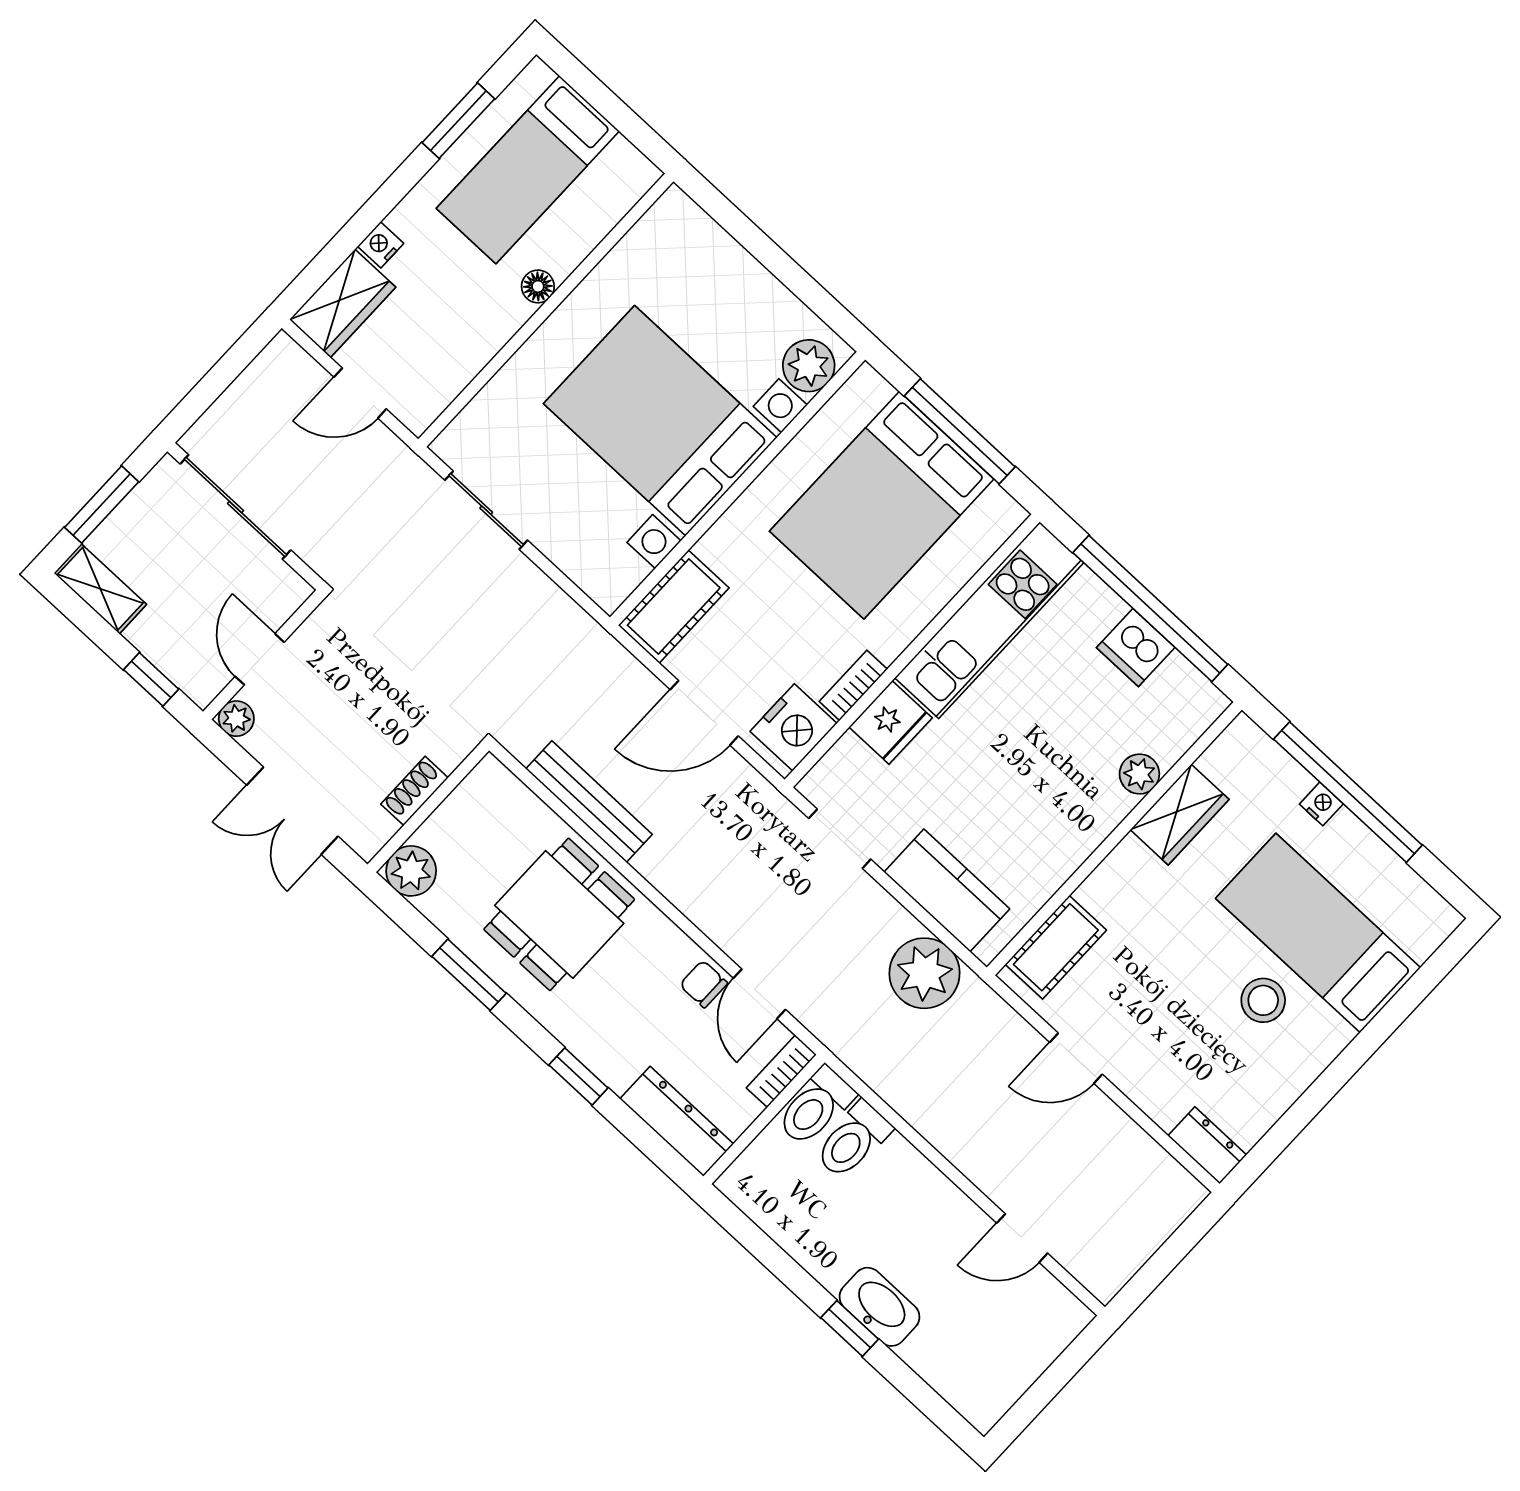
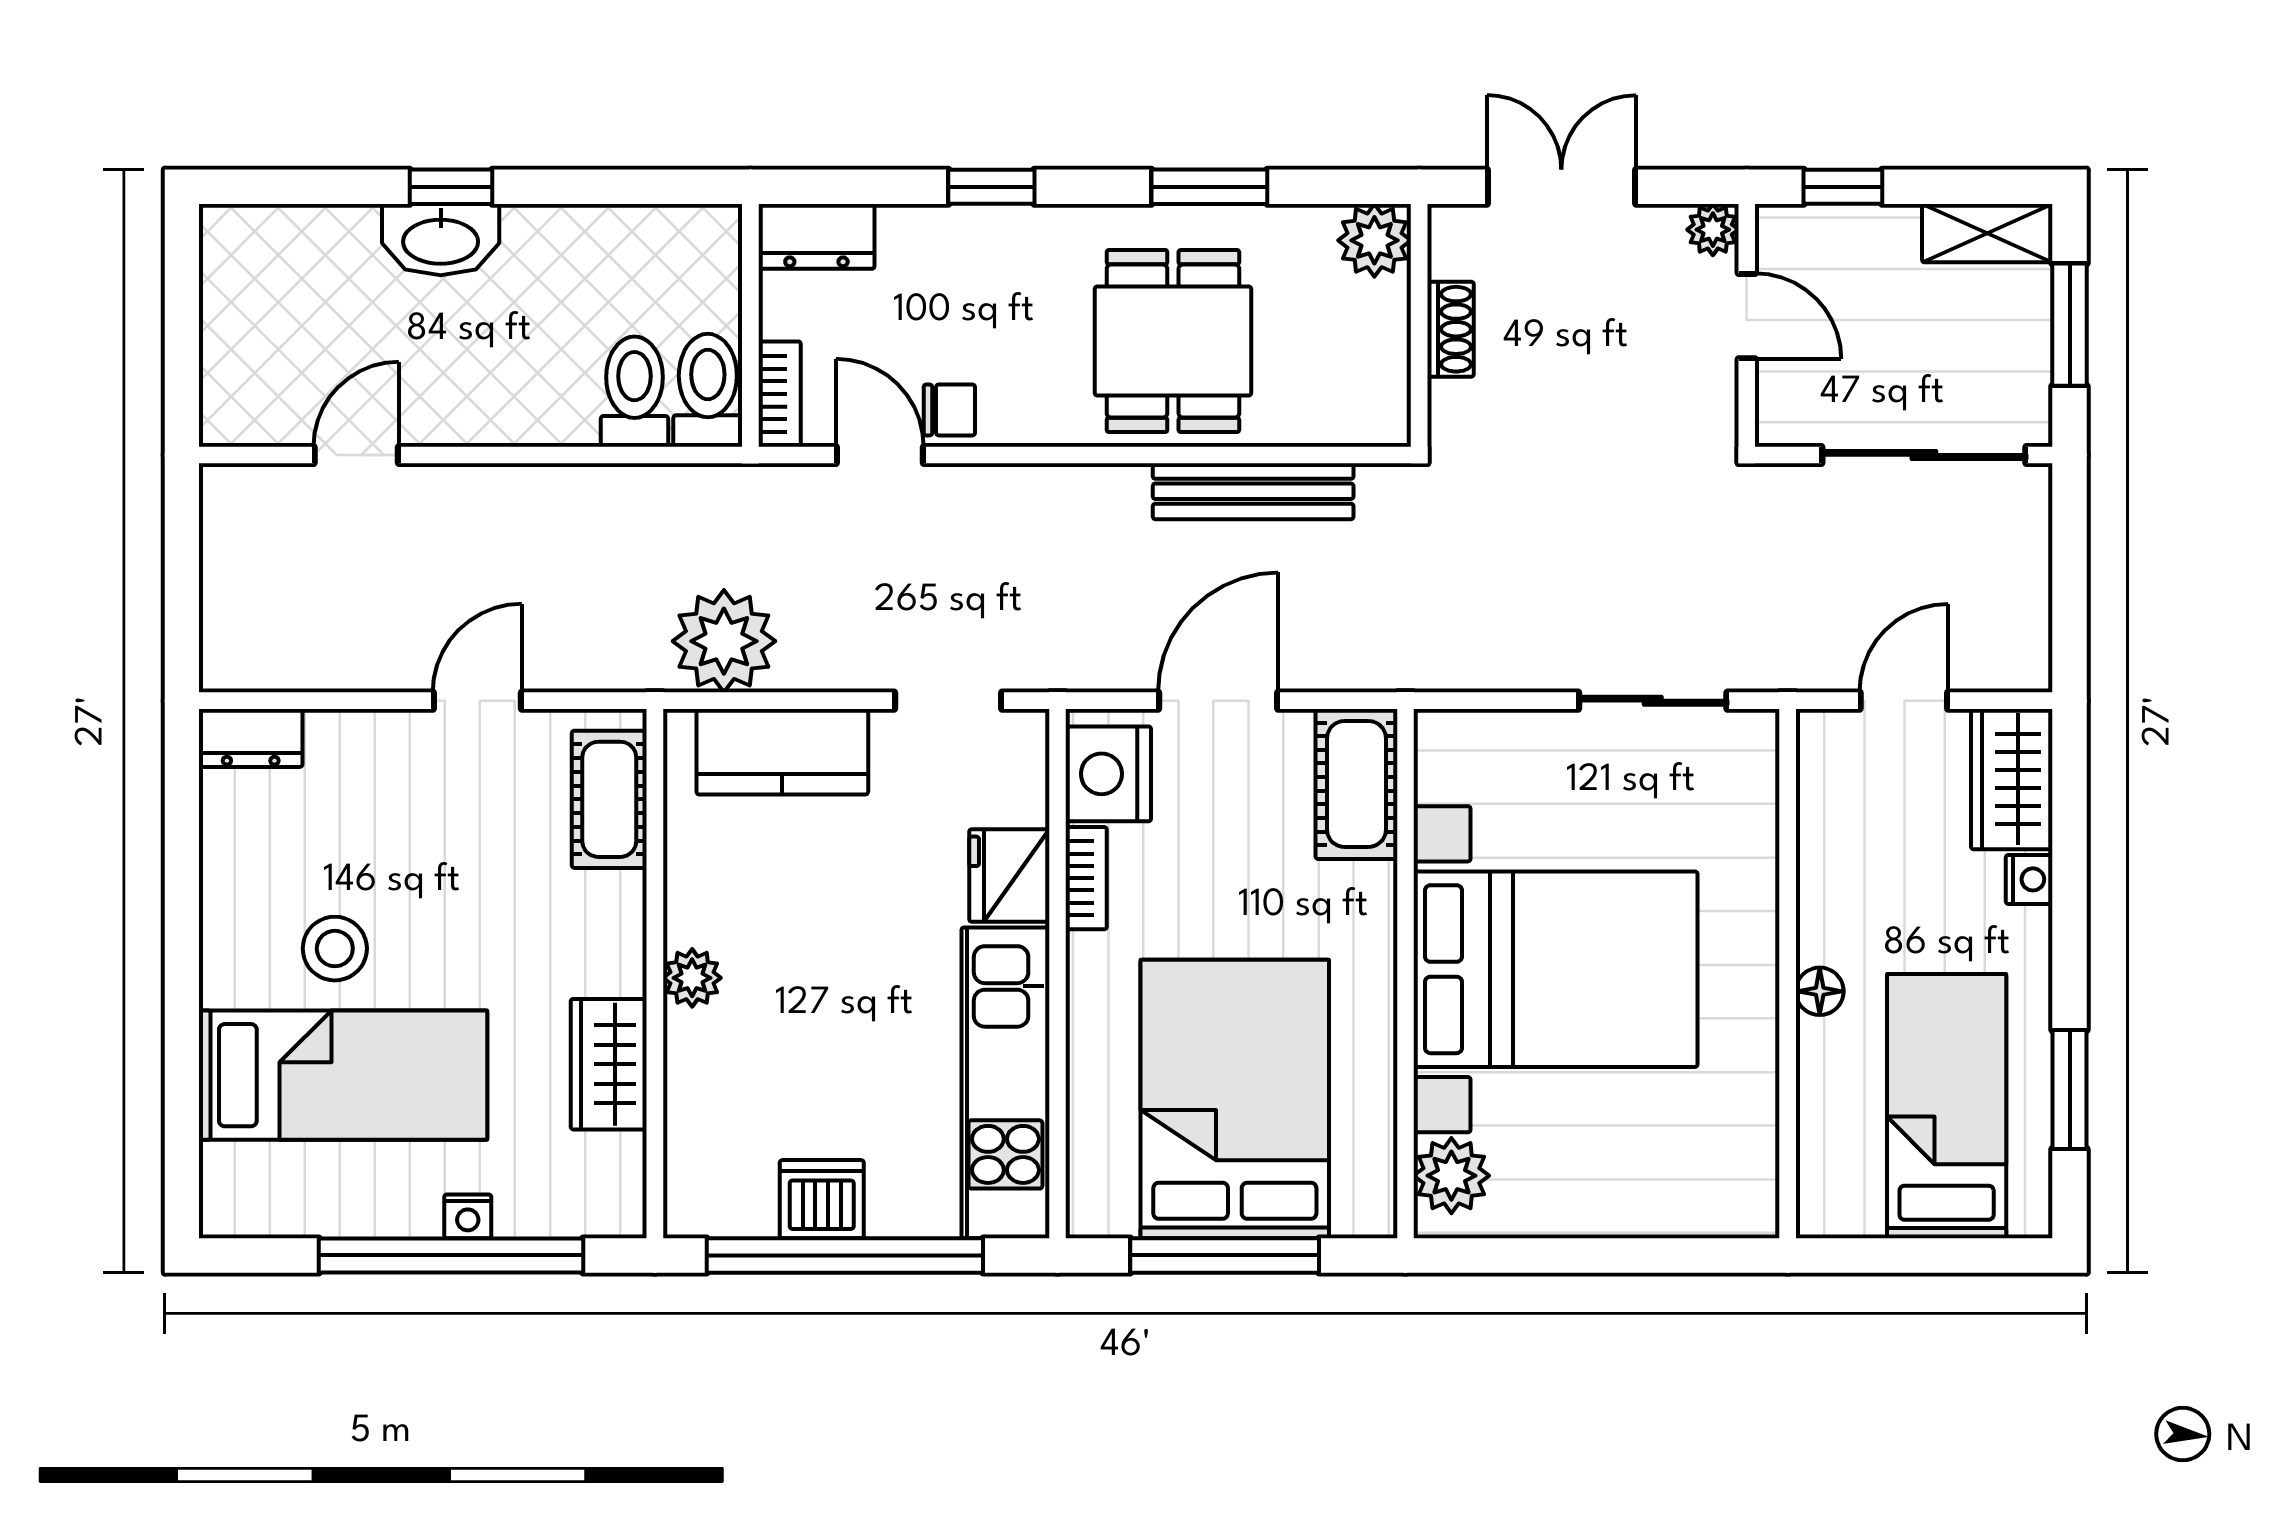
plant: (1139, 774) -> (692, 978), moved
dresser: (677, 1121) -> (816, 236), width x0.70

